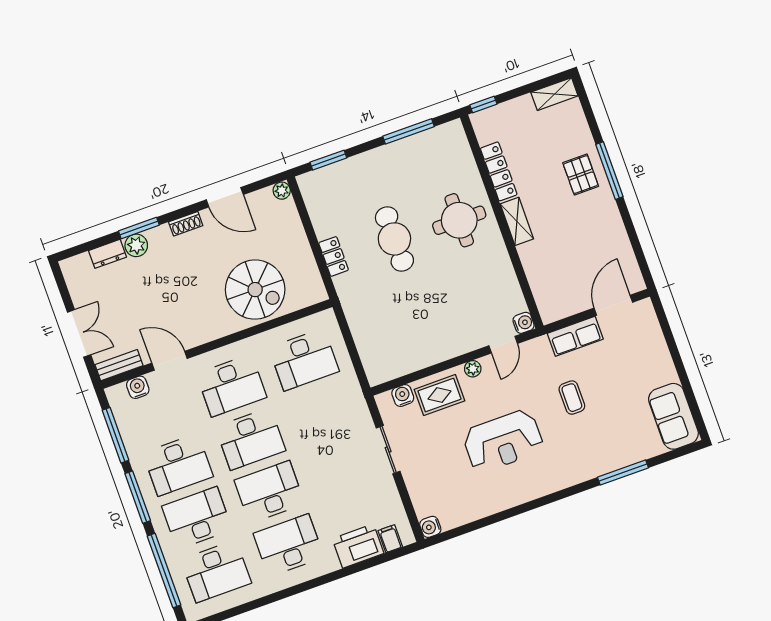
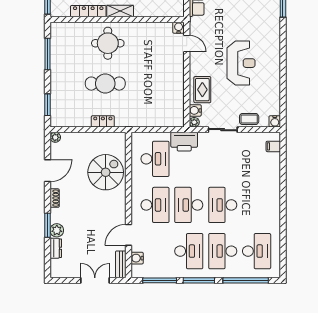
plant: (473, 369) -> (194, 122), moved
coffee table: (572, 398) -> (249, 119), moved
desk: (250, 439) -> (189, 205), turned 180
desk: (289, 545) -> (257, 205), removed
printer: (358, 546) -> (184, 142), moved, turned -90

